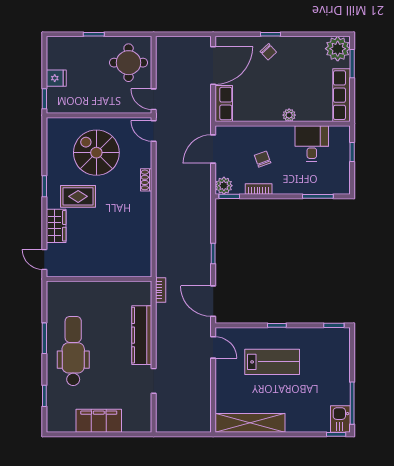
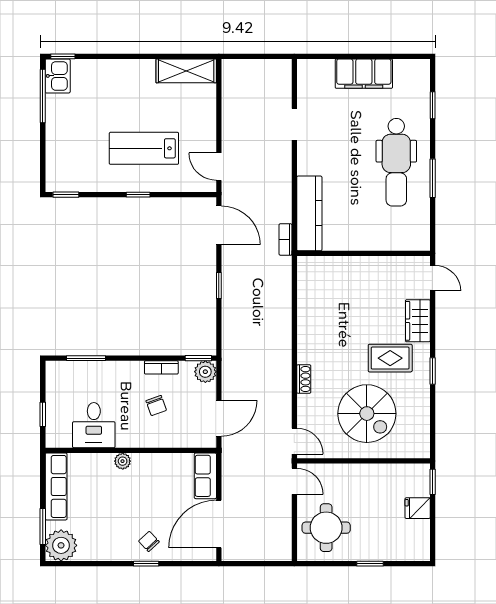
kitchen counter: (142, 335) -> (309, 213), moved
shelving: (250, 423) -> (186, 71), width x0.68

